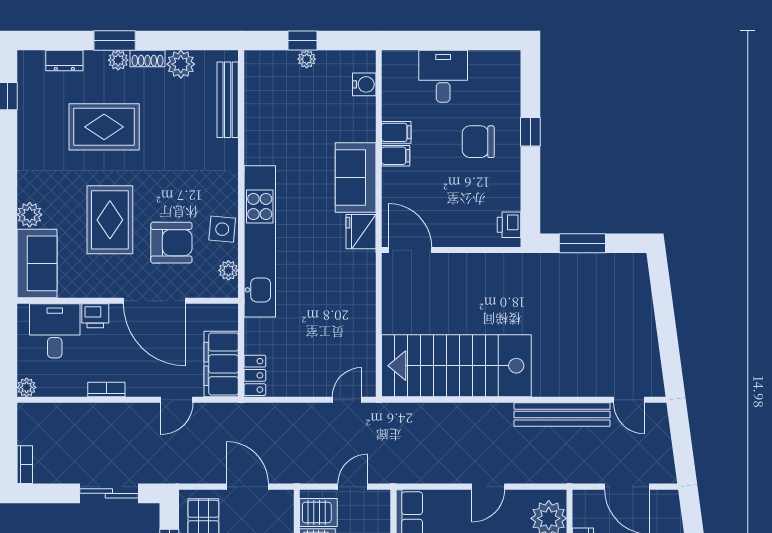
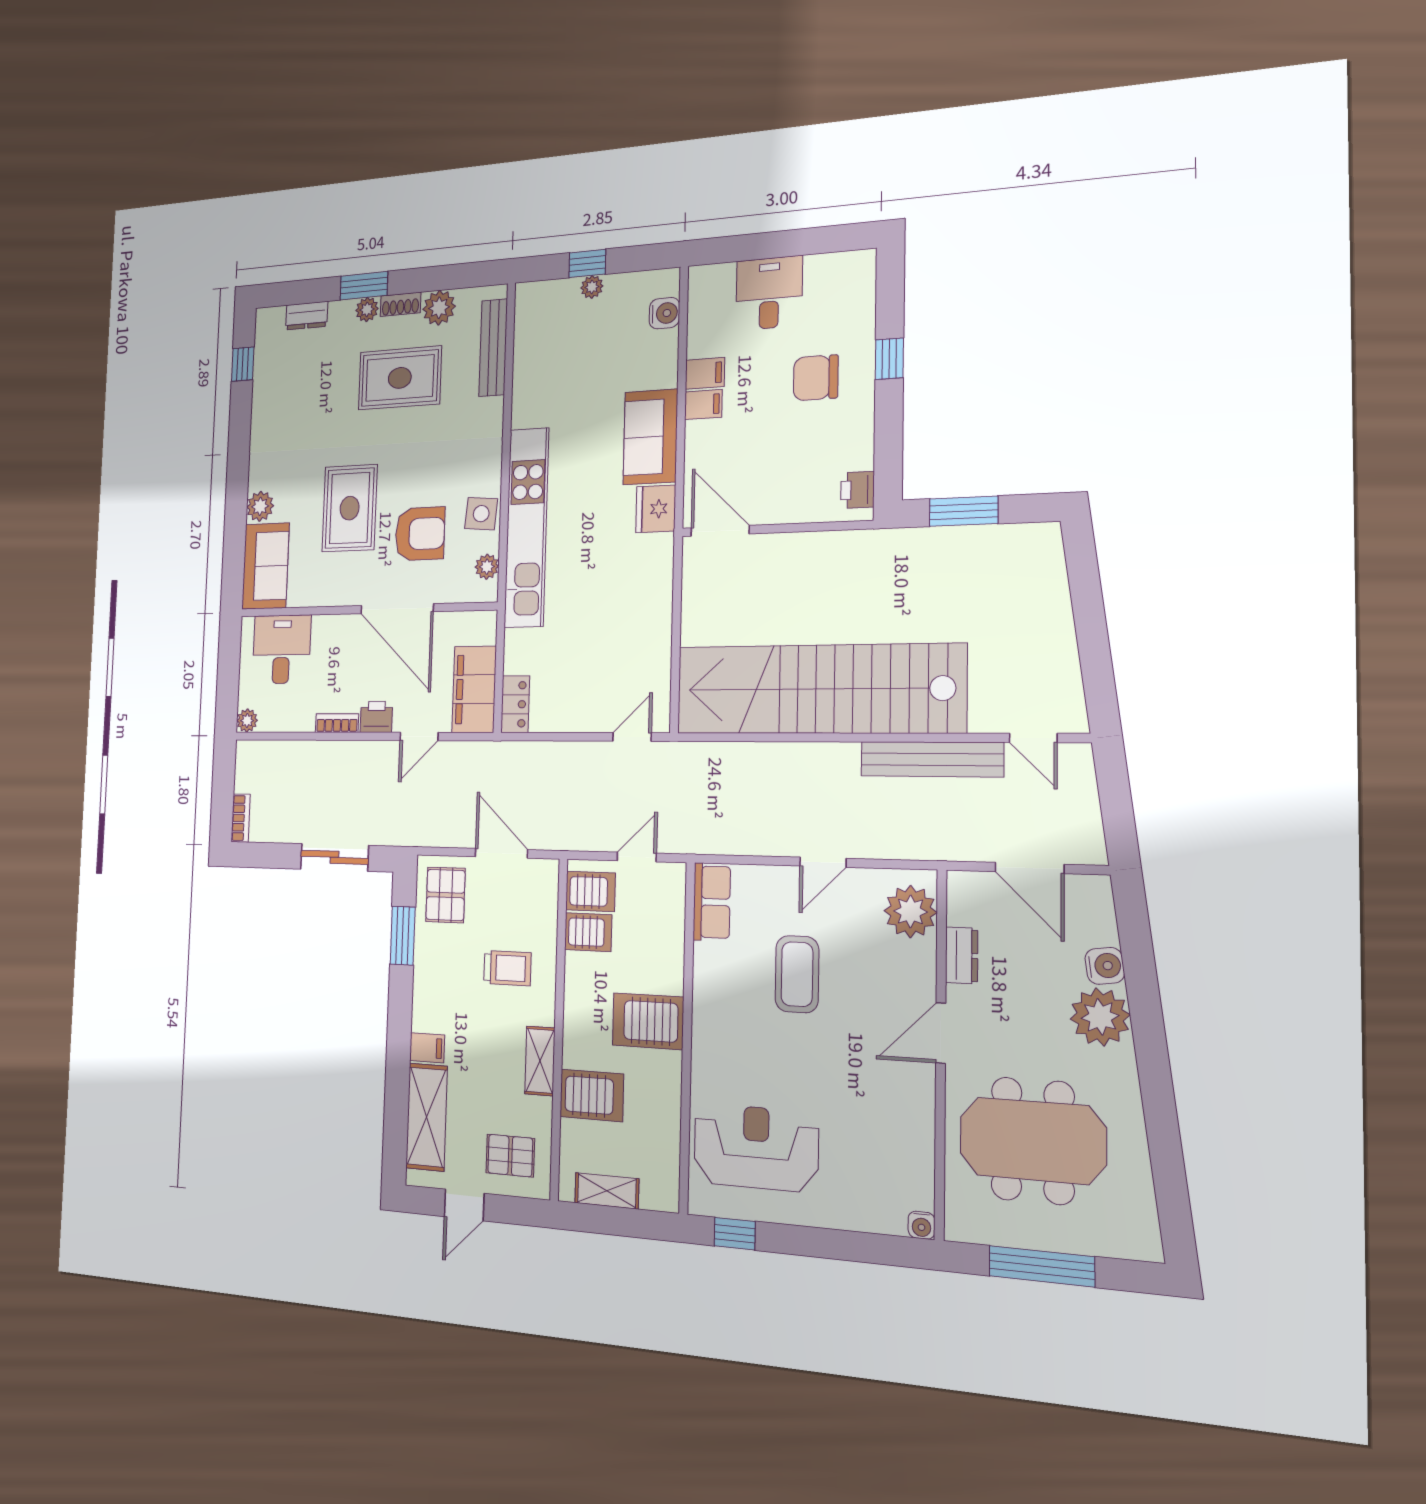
rug: (104, 127) -> (400, 378), moved
printer: (95, 316) -> (376, 717), moved, turned 180
stairs: (456, 366) -> (819, 689), width x1.36

